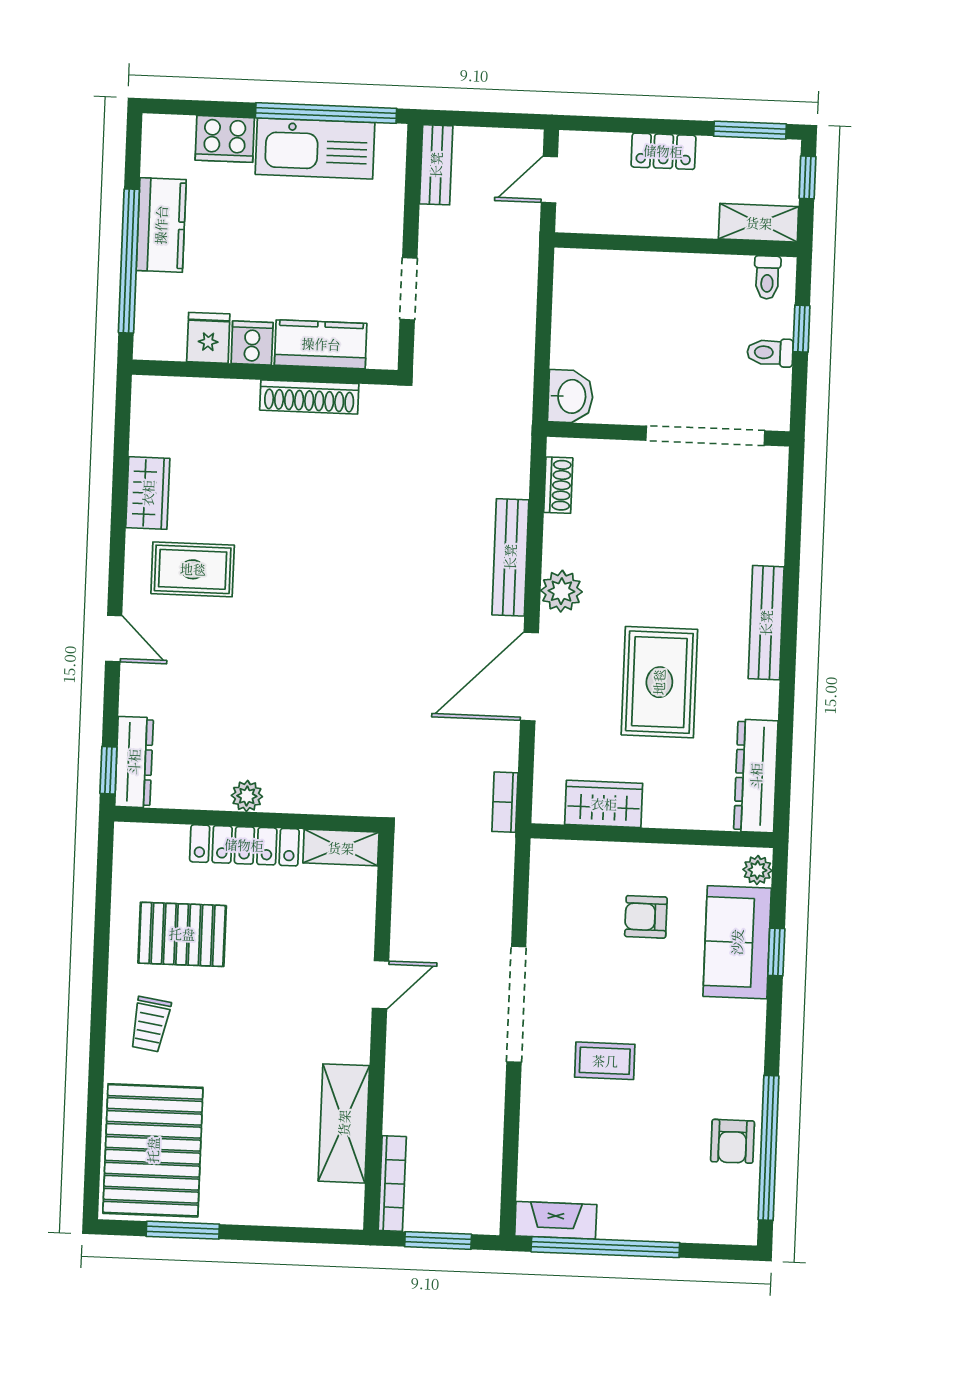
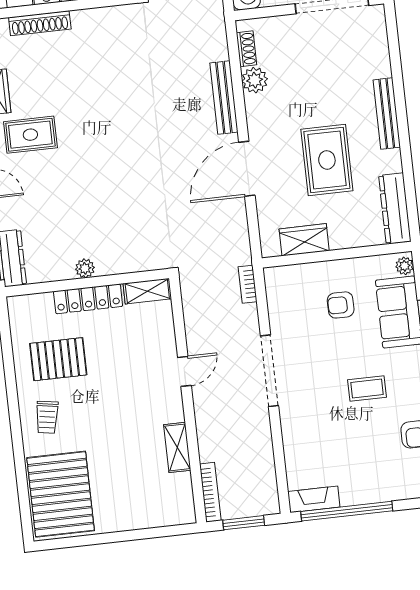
shoe rack: (309, 397) -> (40, 23), moved
plant: (561, 591) -> (255, 80), moved
bookcase: (505, 802) -> (248, 284), moved
coffee table: (605, 1061) -> (367, 388), moved
shelving: (344, 1123) -> (177, 447), width x0.67, depth x0.75
window: (183, 1230) -> (86, 540), removed

